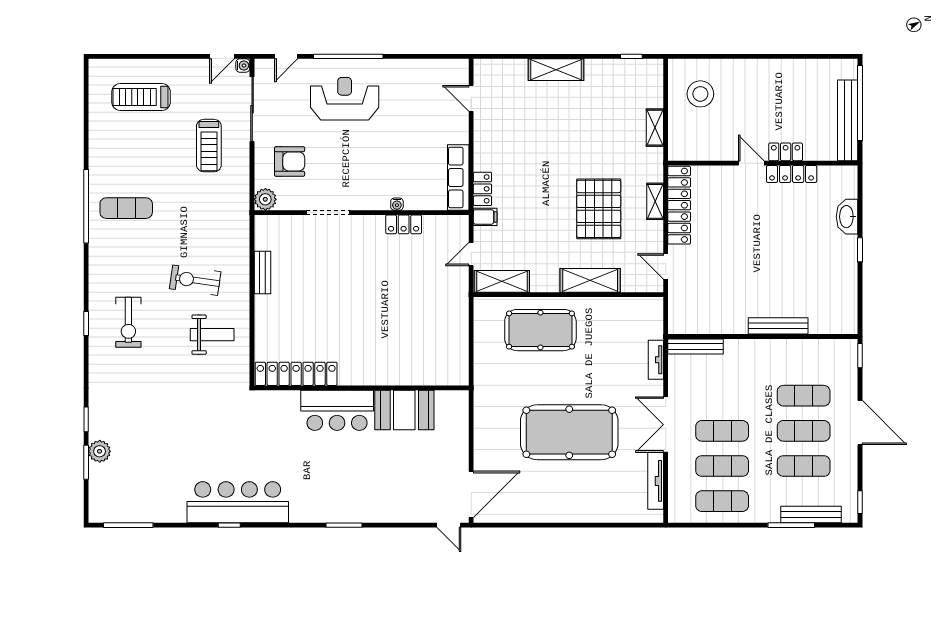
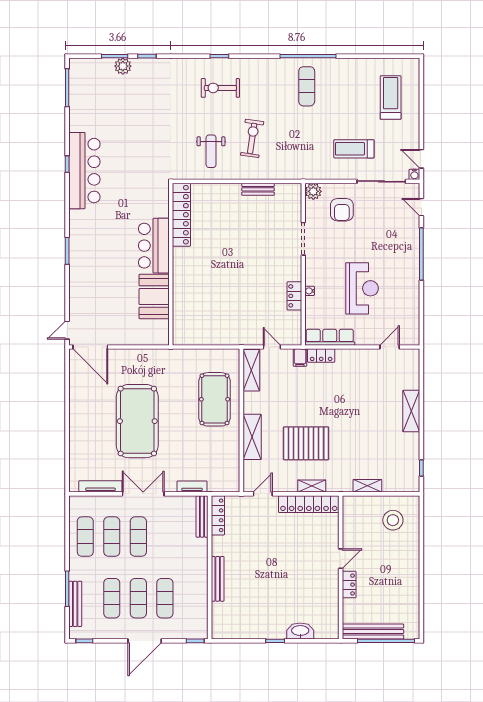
reception desk: (345, 99) -> (362, 288), moved
locker: (792, 174) -> (218, 515), moved, turned 180

